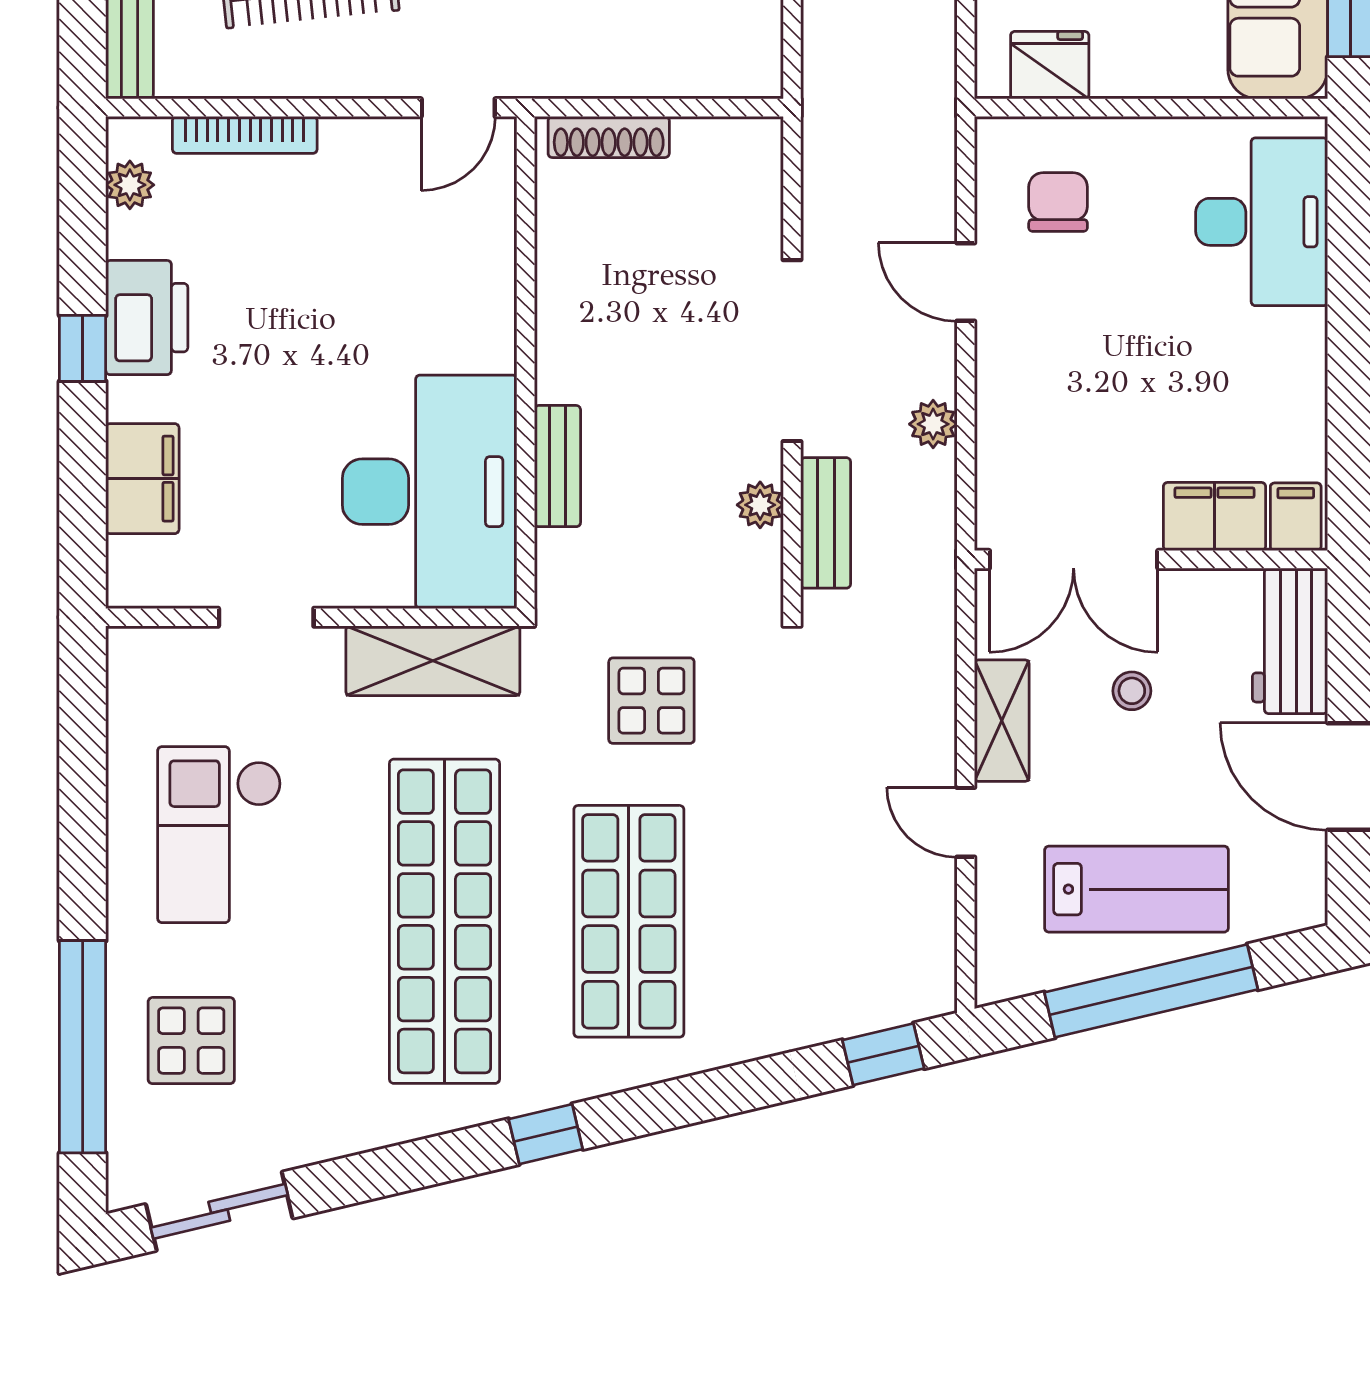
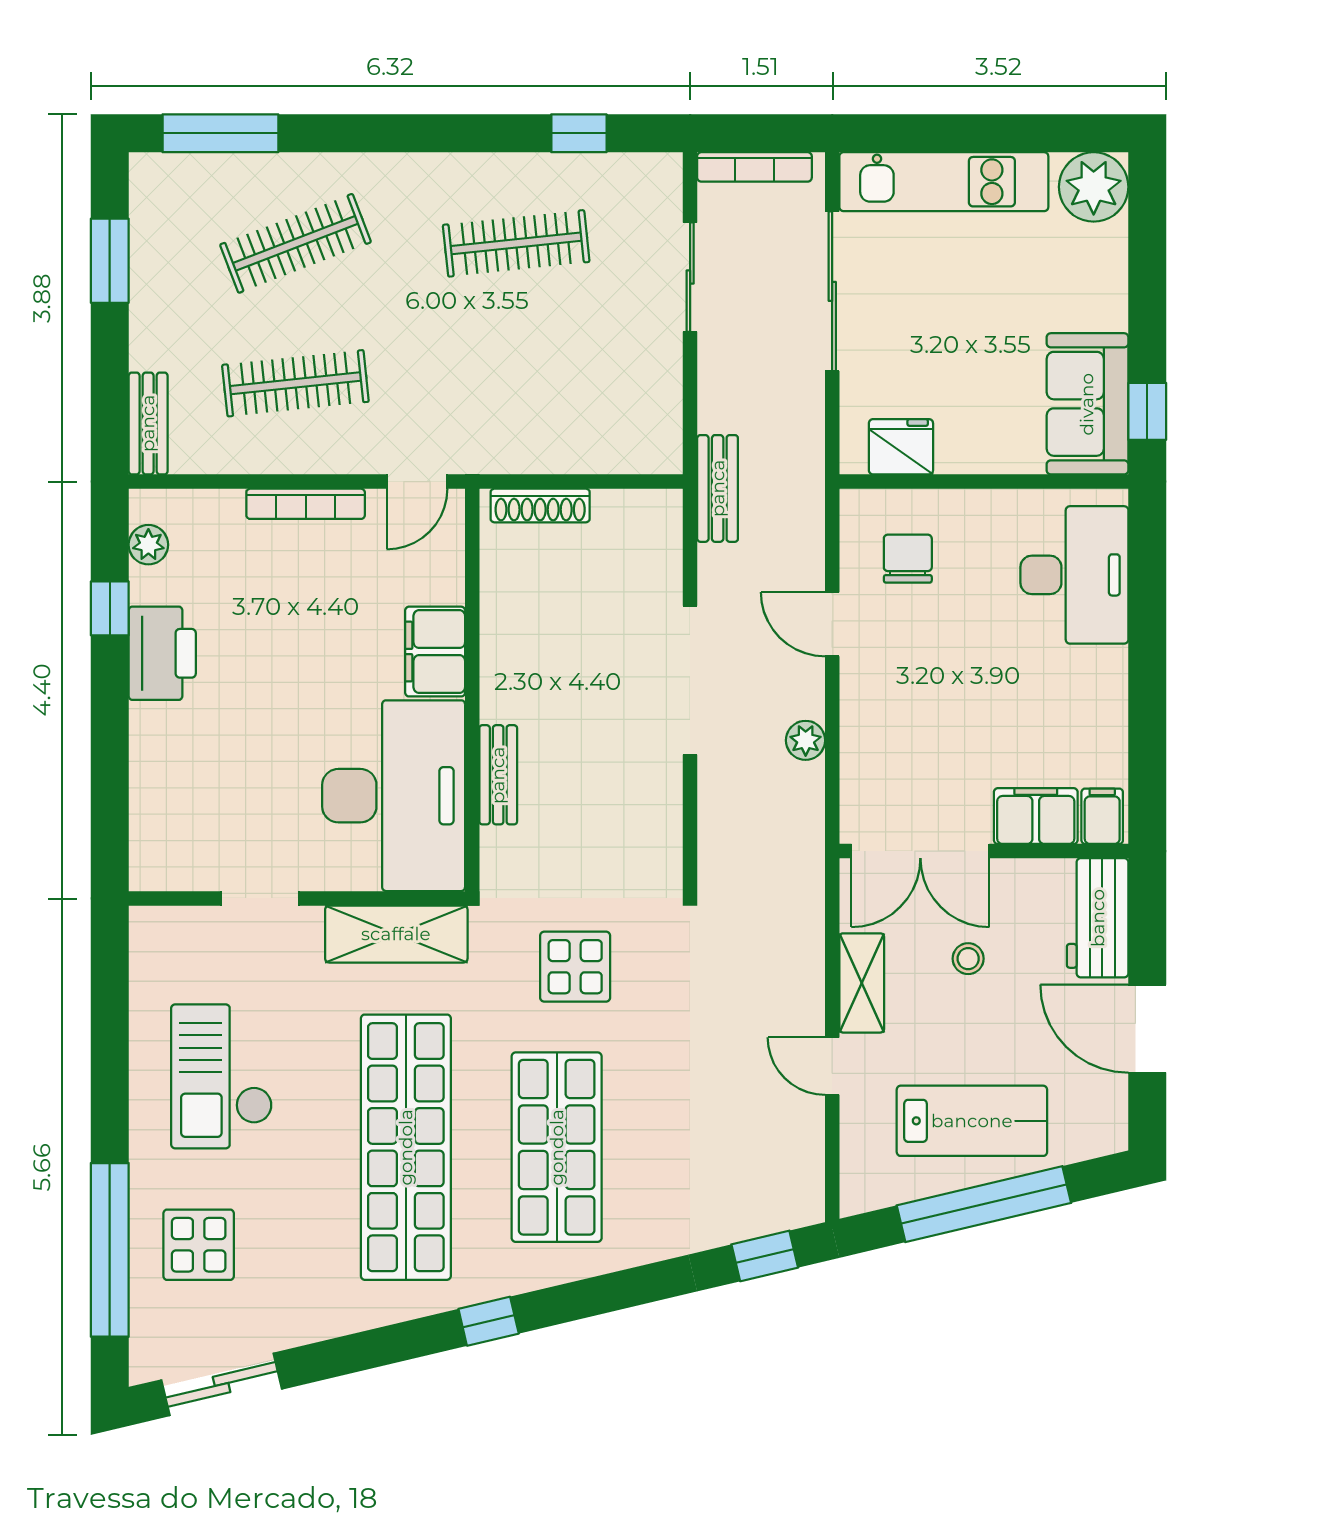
bookcase: (245, 135) -> (306, 504), moved
window: (83, 348) -> (110, 608), moved
filing cabinet: (142, 479) -> (435, 652), moved, turned 180
plant: (760, 505) -> (664, 807), removed
bench: (826, 523) -> (718, 488), moved

